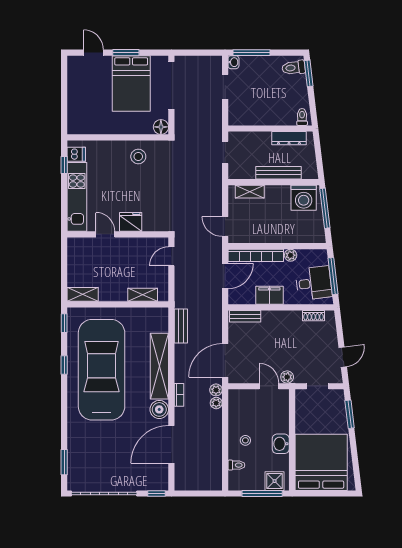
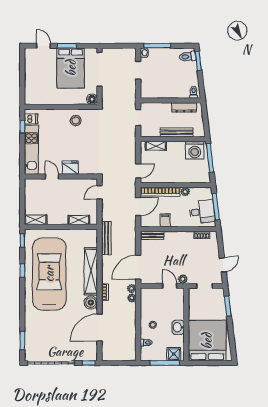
door: (225, 227) -> (138, 171), swing flipped
filing cabinet: (269, 295) -> (165, 220), width x0.50
bench: (181, 326) -> (106, 238), width x1.36

